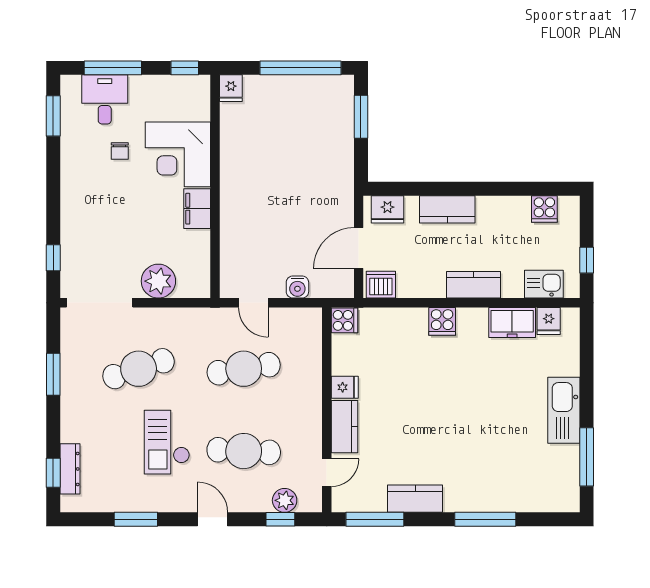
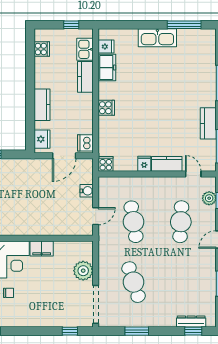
door: (359, 248) -> (64, 156), hinge flipped
kitchen counter: (474, 285) -> (85, 77), moved
checkout: (167, 442) -> (176, 266), removed

